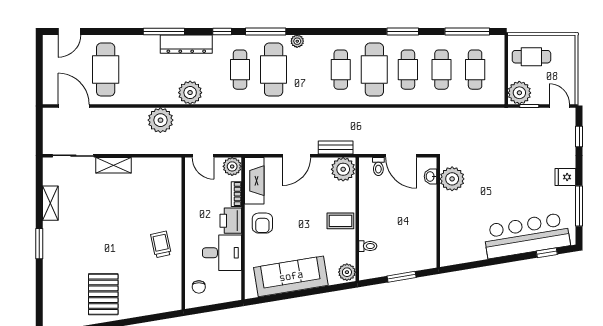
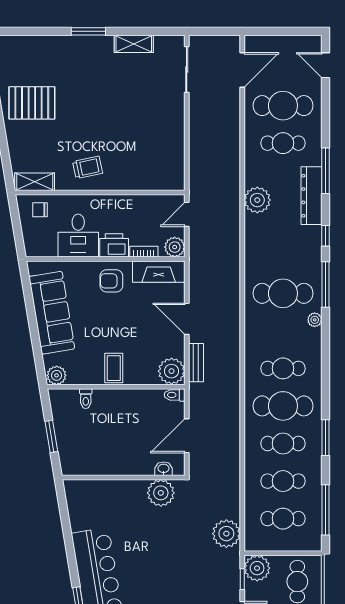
cafe table: (240, 70) -> (283, 143), moved
plant: (160, 120) -> (226, 534), moved
shelving: (113, 165) -> (35, 182), moved, turned 90
toilet: (378, 167) -> (175, 395), moved

